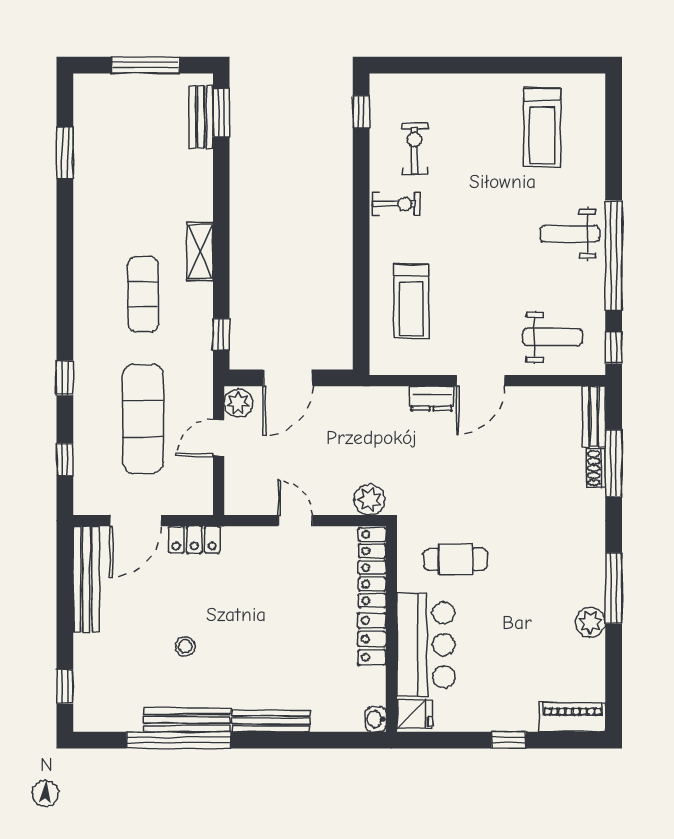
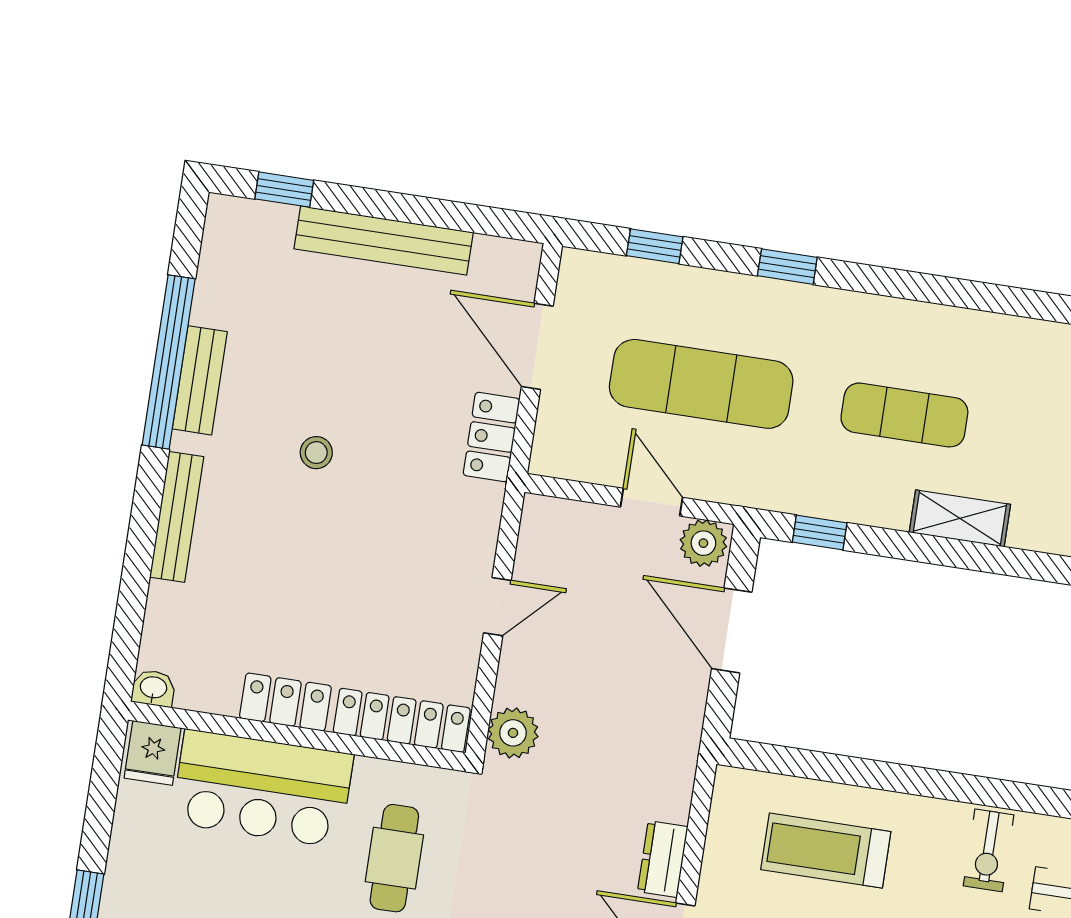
bench: (86, 579) -> (384, 241), moved
stool: (185, 646) -> (316, 453), moved
bench: (187, 720) -> (200, 380), width x0.73

